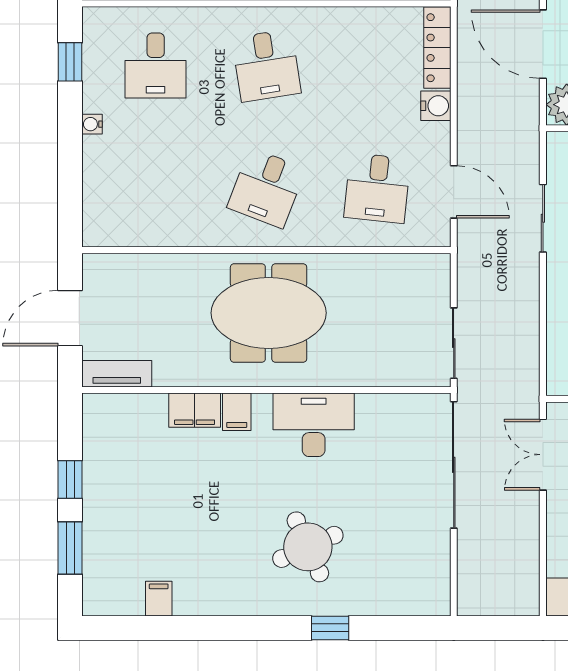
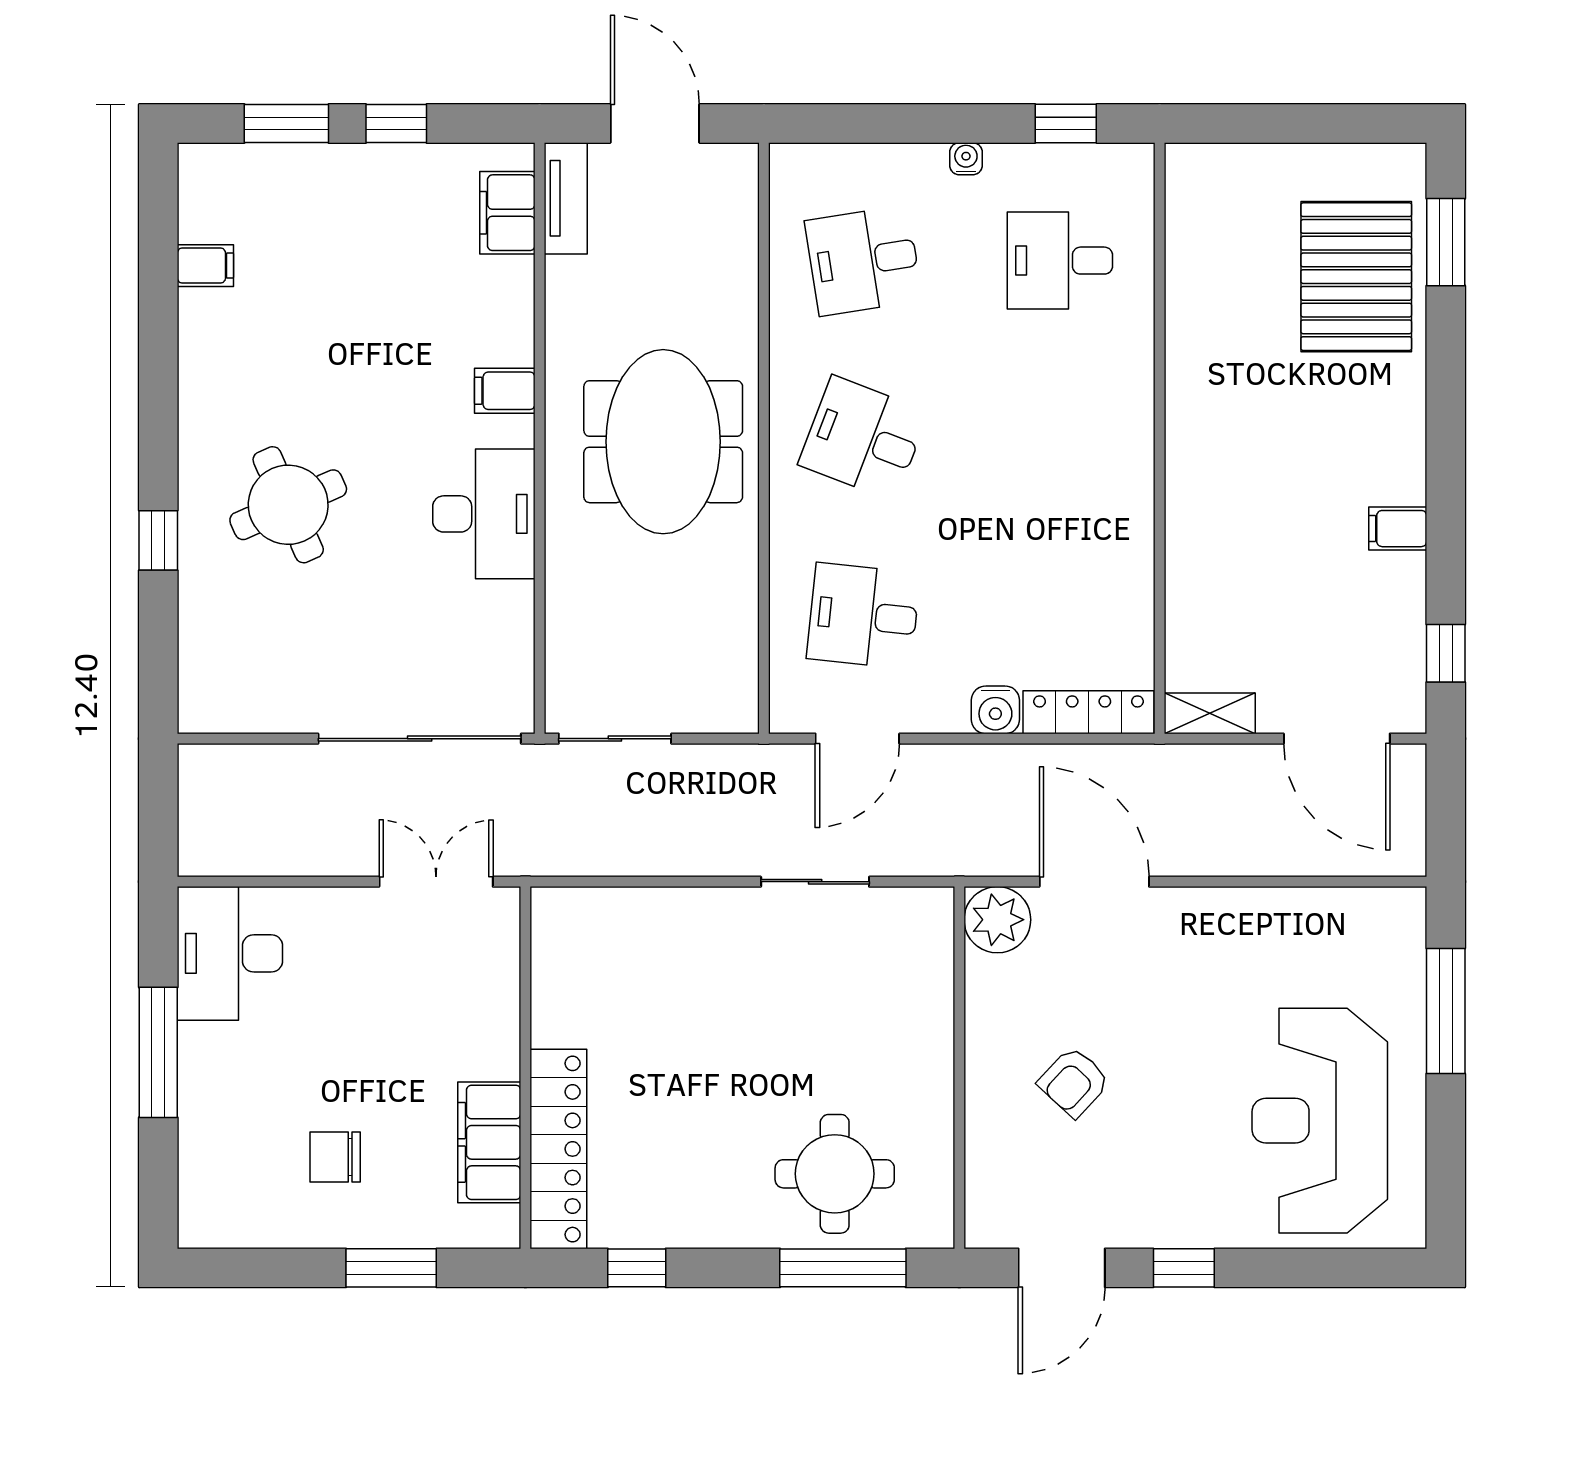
door: (543, 44) -> (1094, 882), hinge flipped
desk: (266, 66) -> (863, 261), moved
filing cabinet: (195, 410) -> (507, 213), moved

